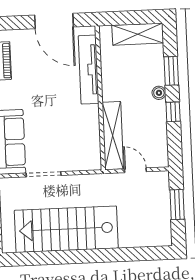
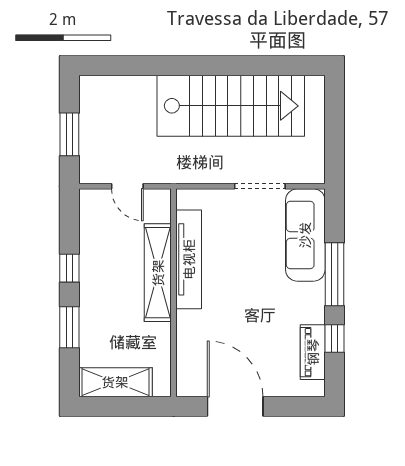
tv unit: (89, 70) -> (189, 259), moved
boiler: (159, 93) -> (89, 296), removed
shelving: (113, 136) -> (158, 273), moved

